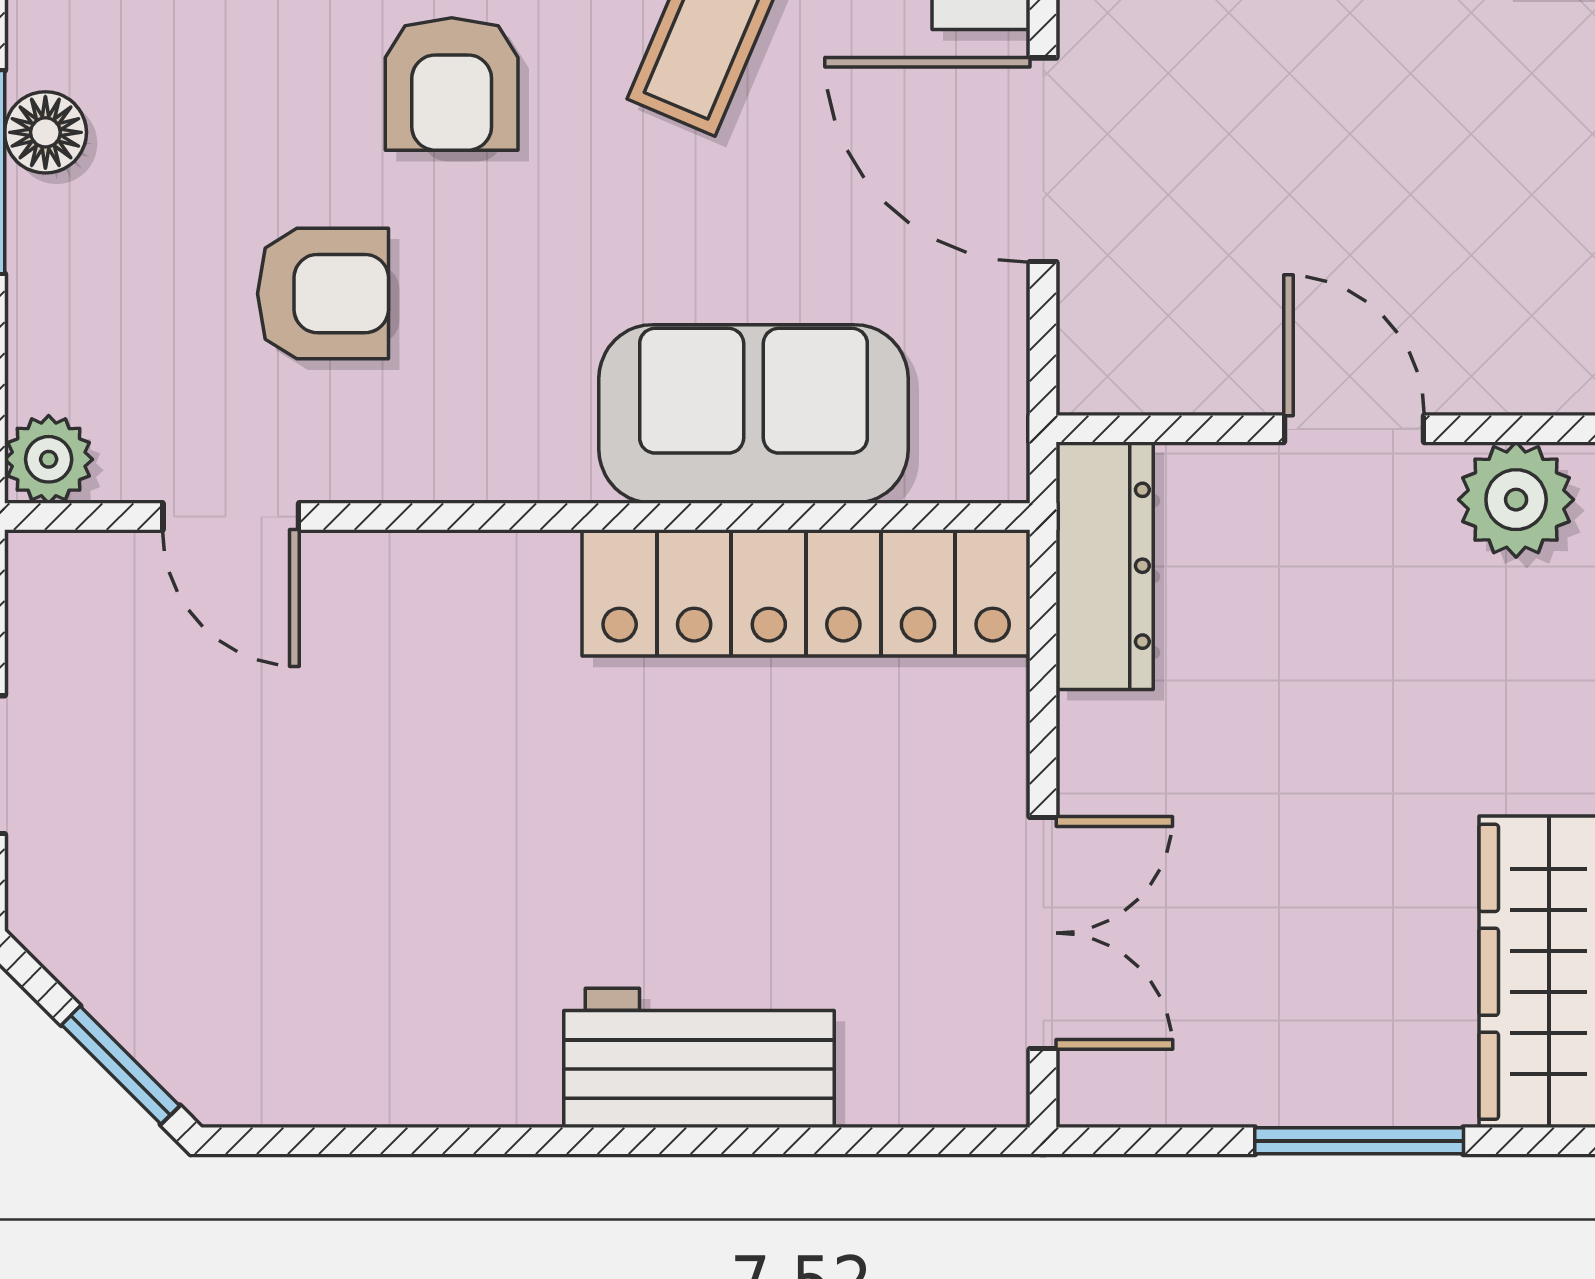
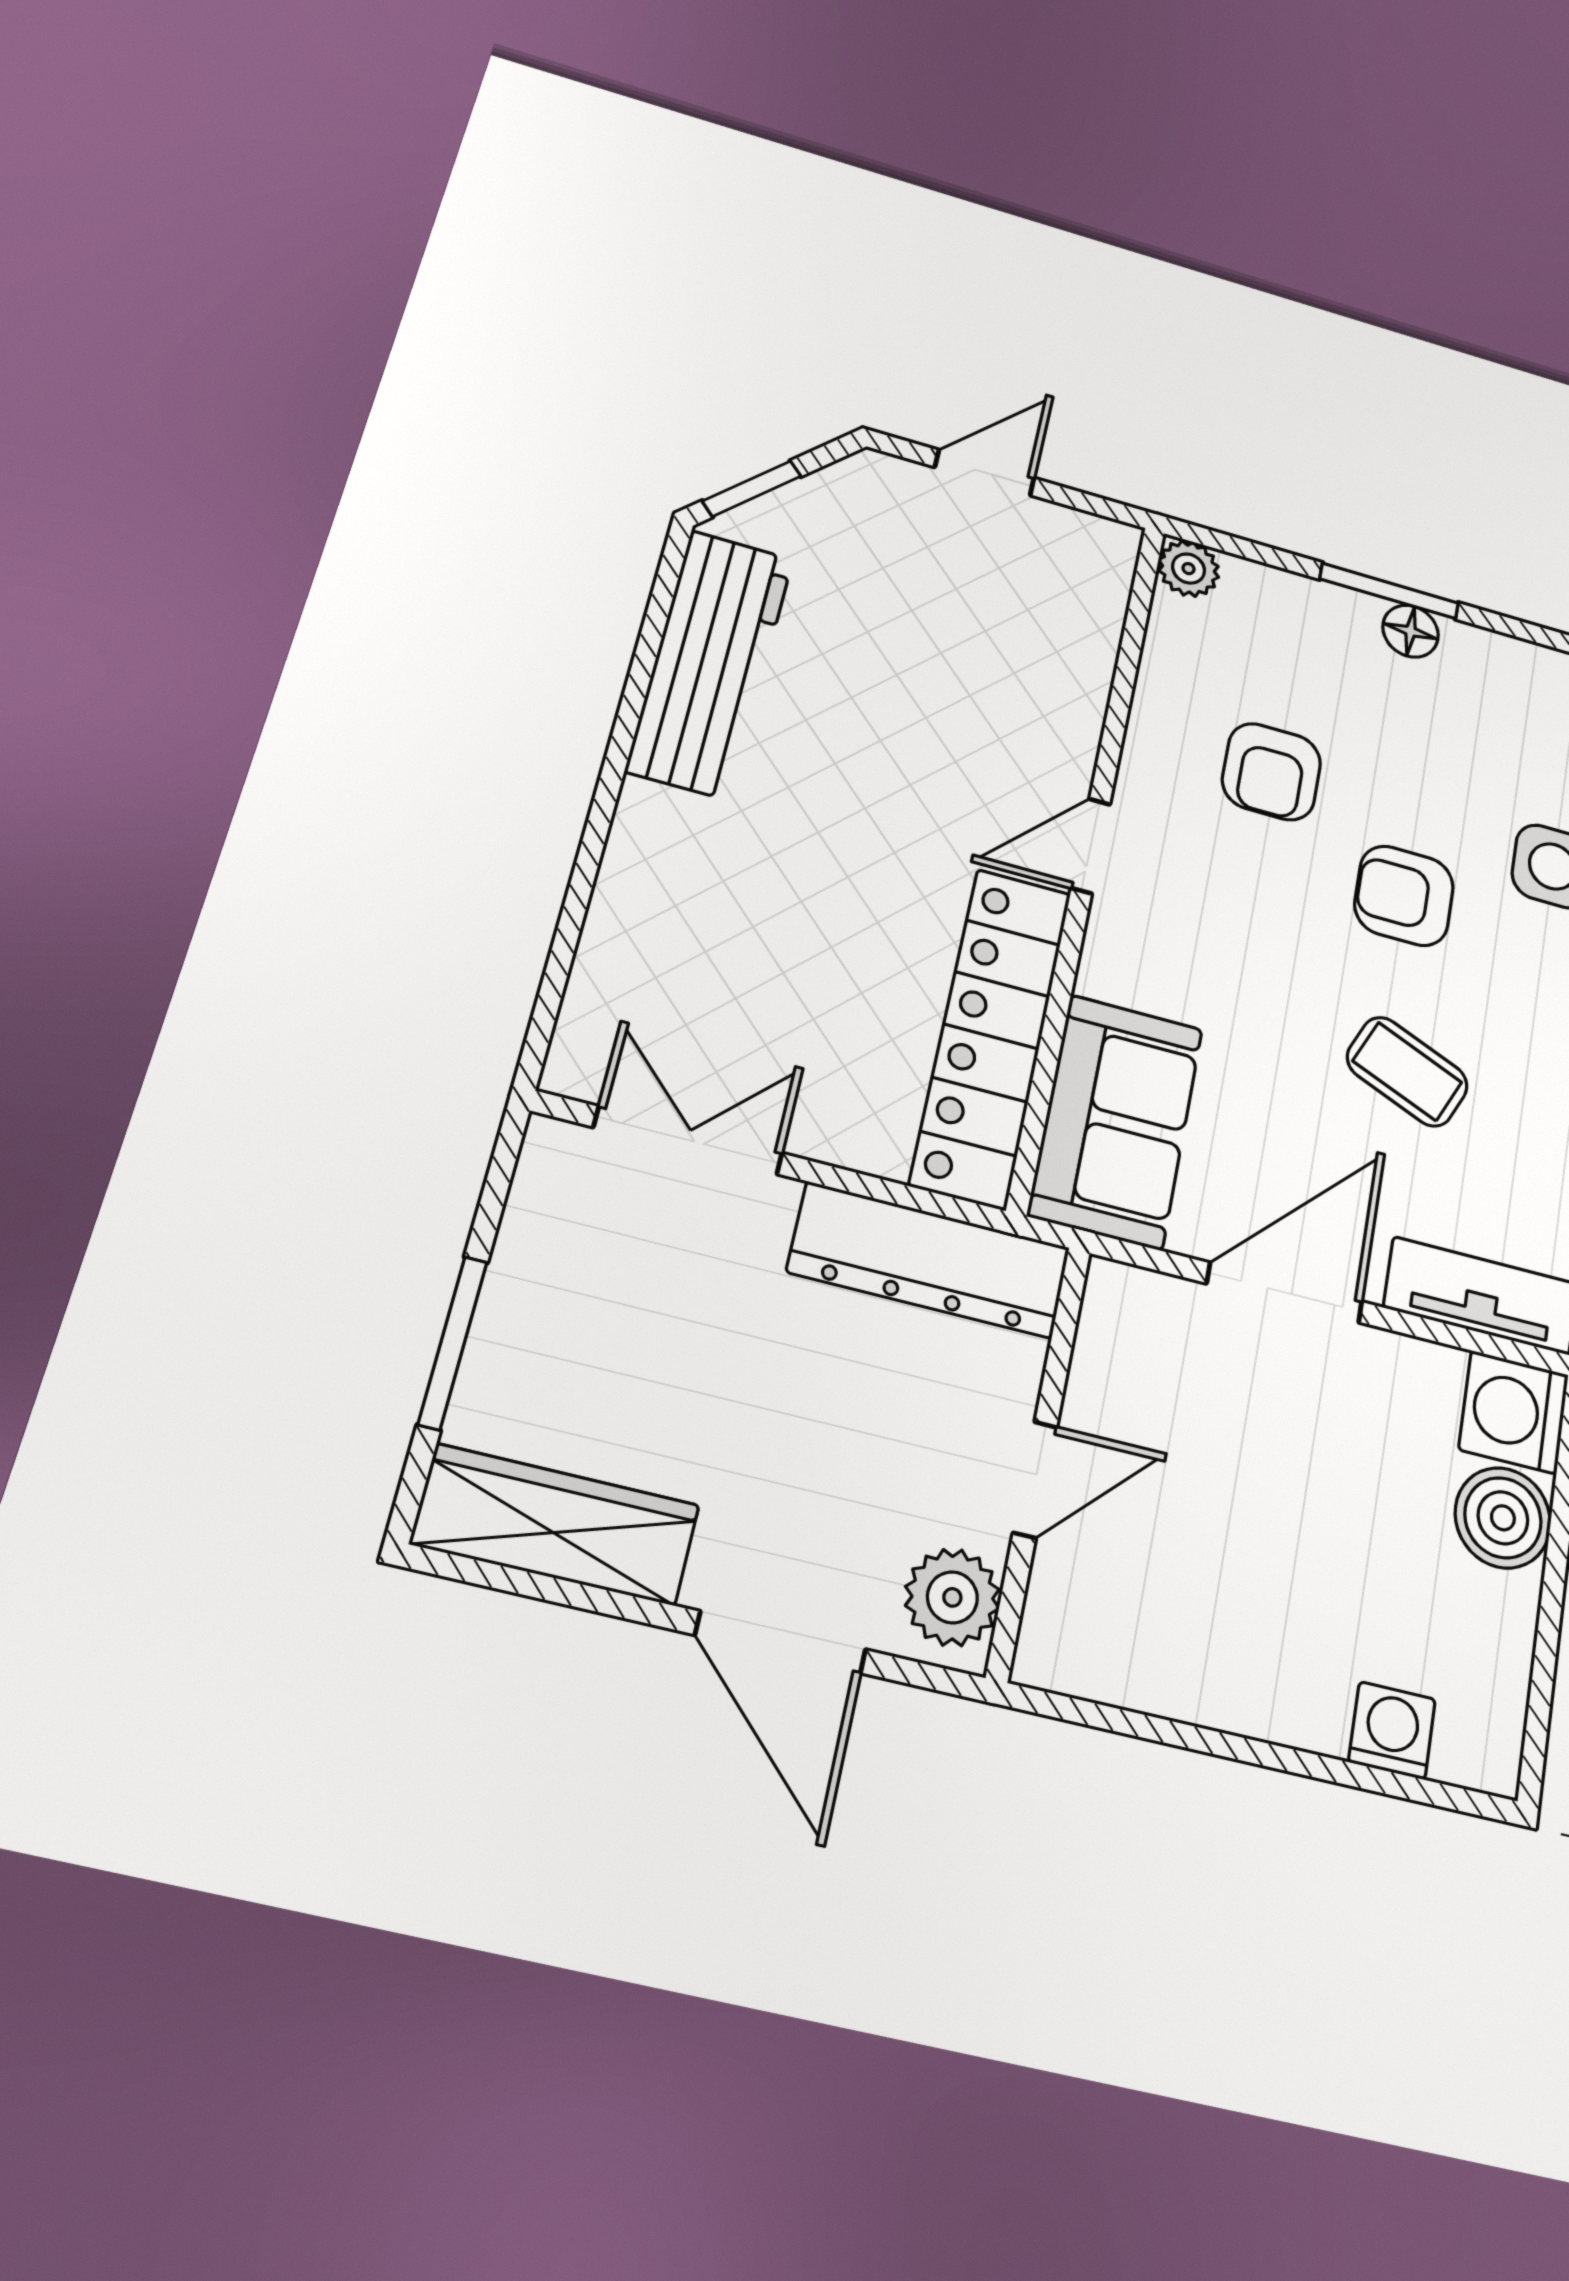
sofa: (754, 414) -> (1116, 1121), moved
door: (231, 516) -> (1091, 846), moved
dresser: (1105, 566) -> (929, 1260), width x1.37, depth x1.24
double door: (1043, 933) -> (688, 1140), swing flipped
workbench: (699, 1058) -> (710, 663), moved, width x1.37

